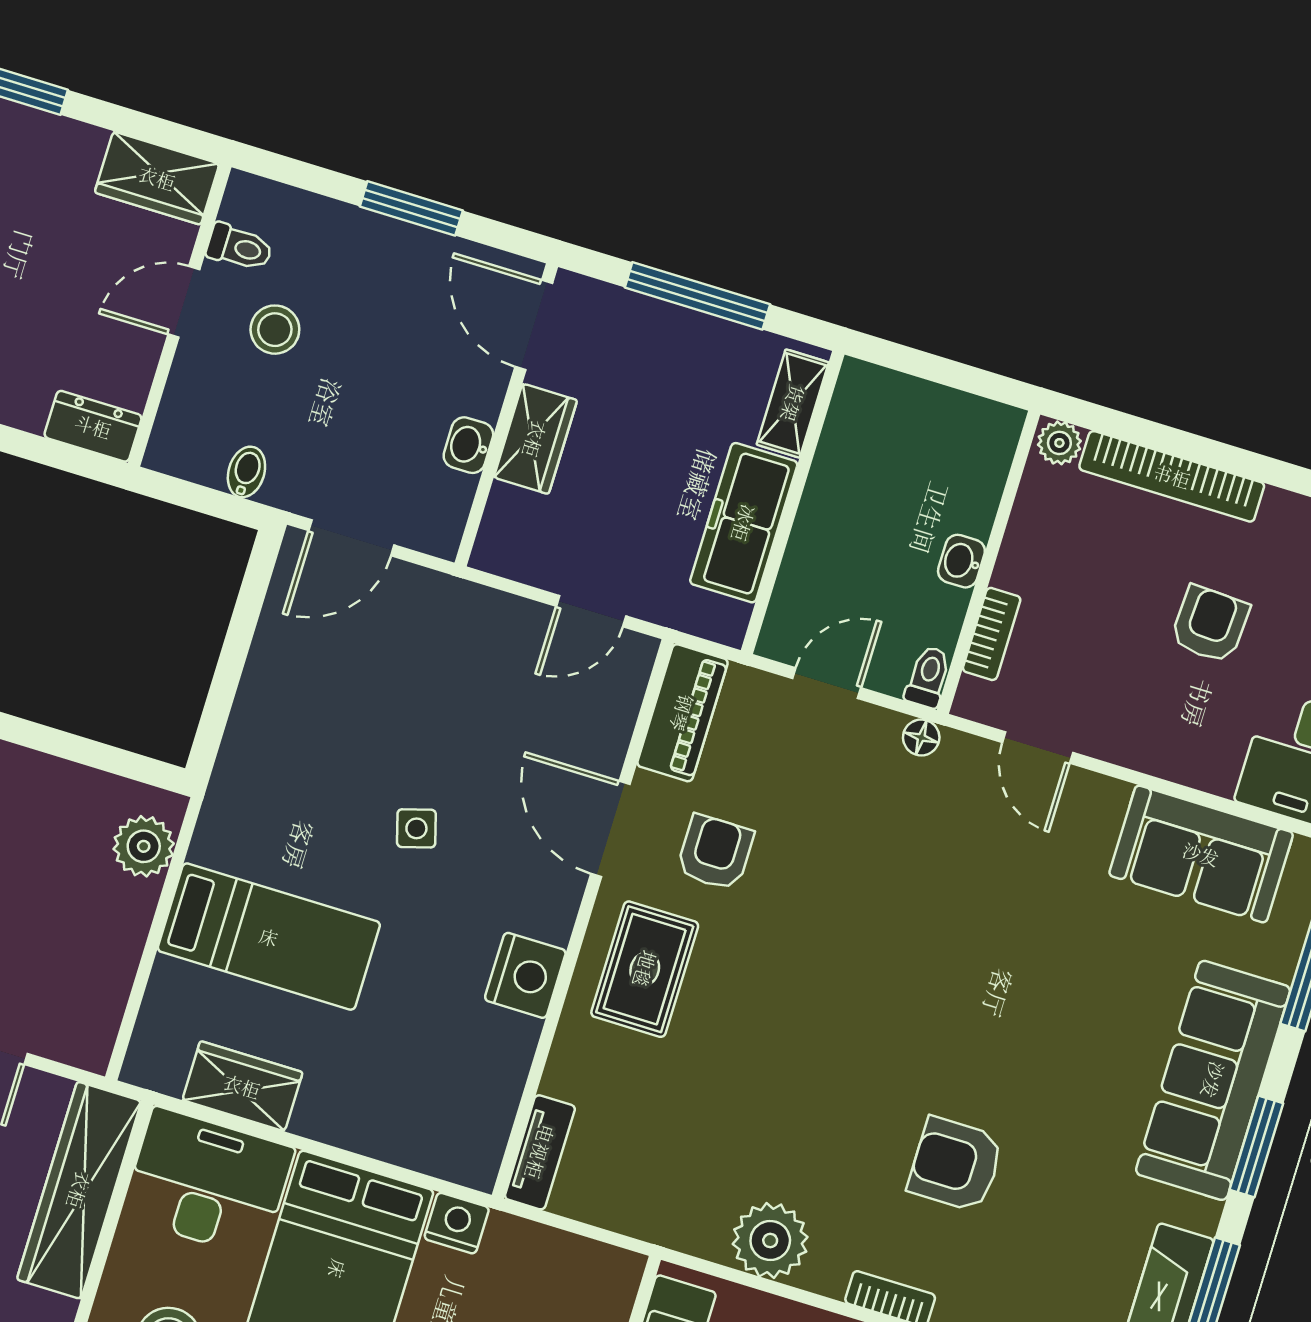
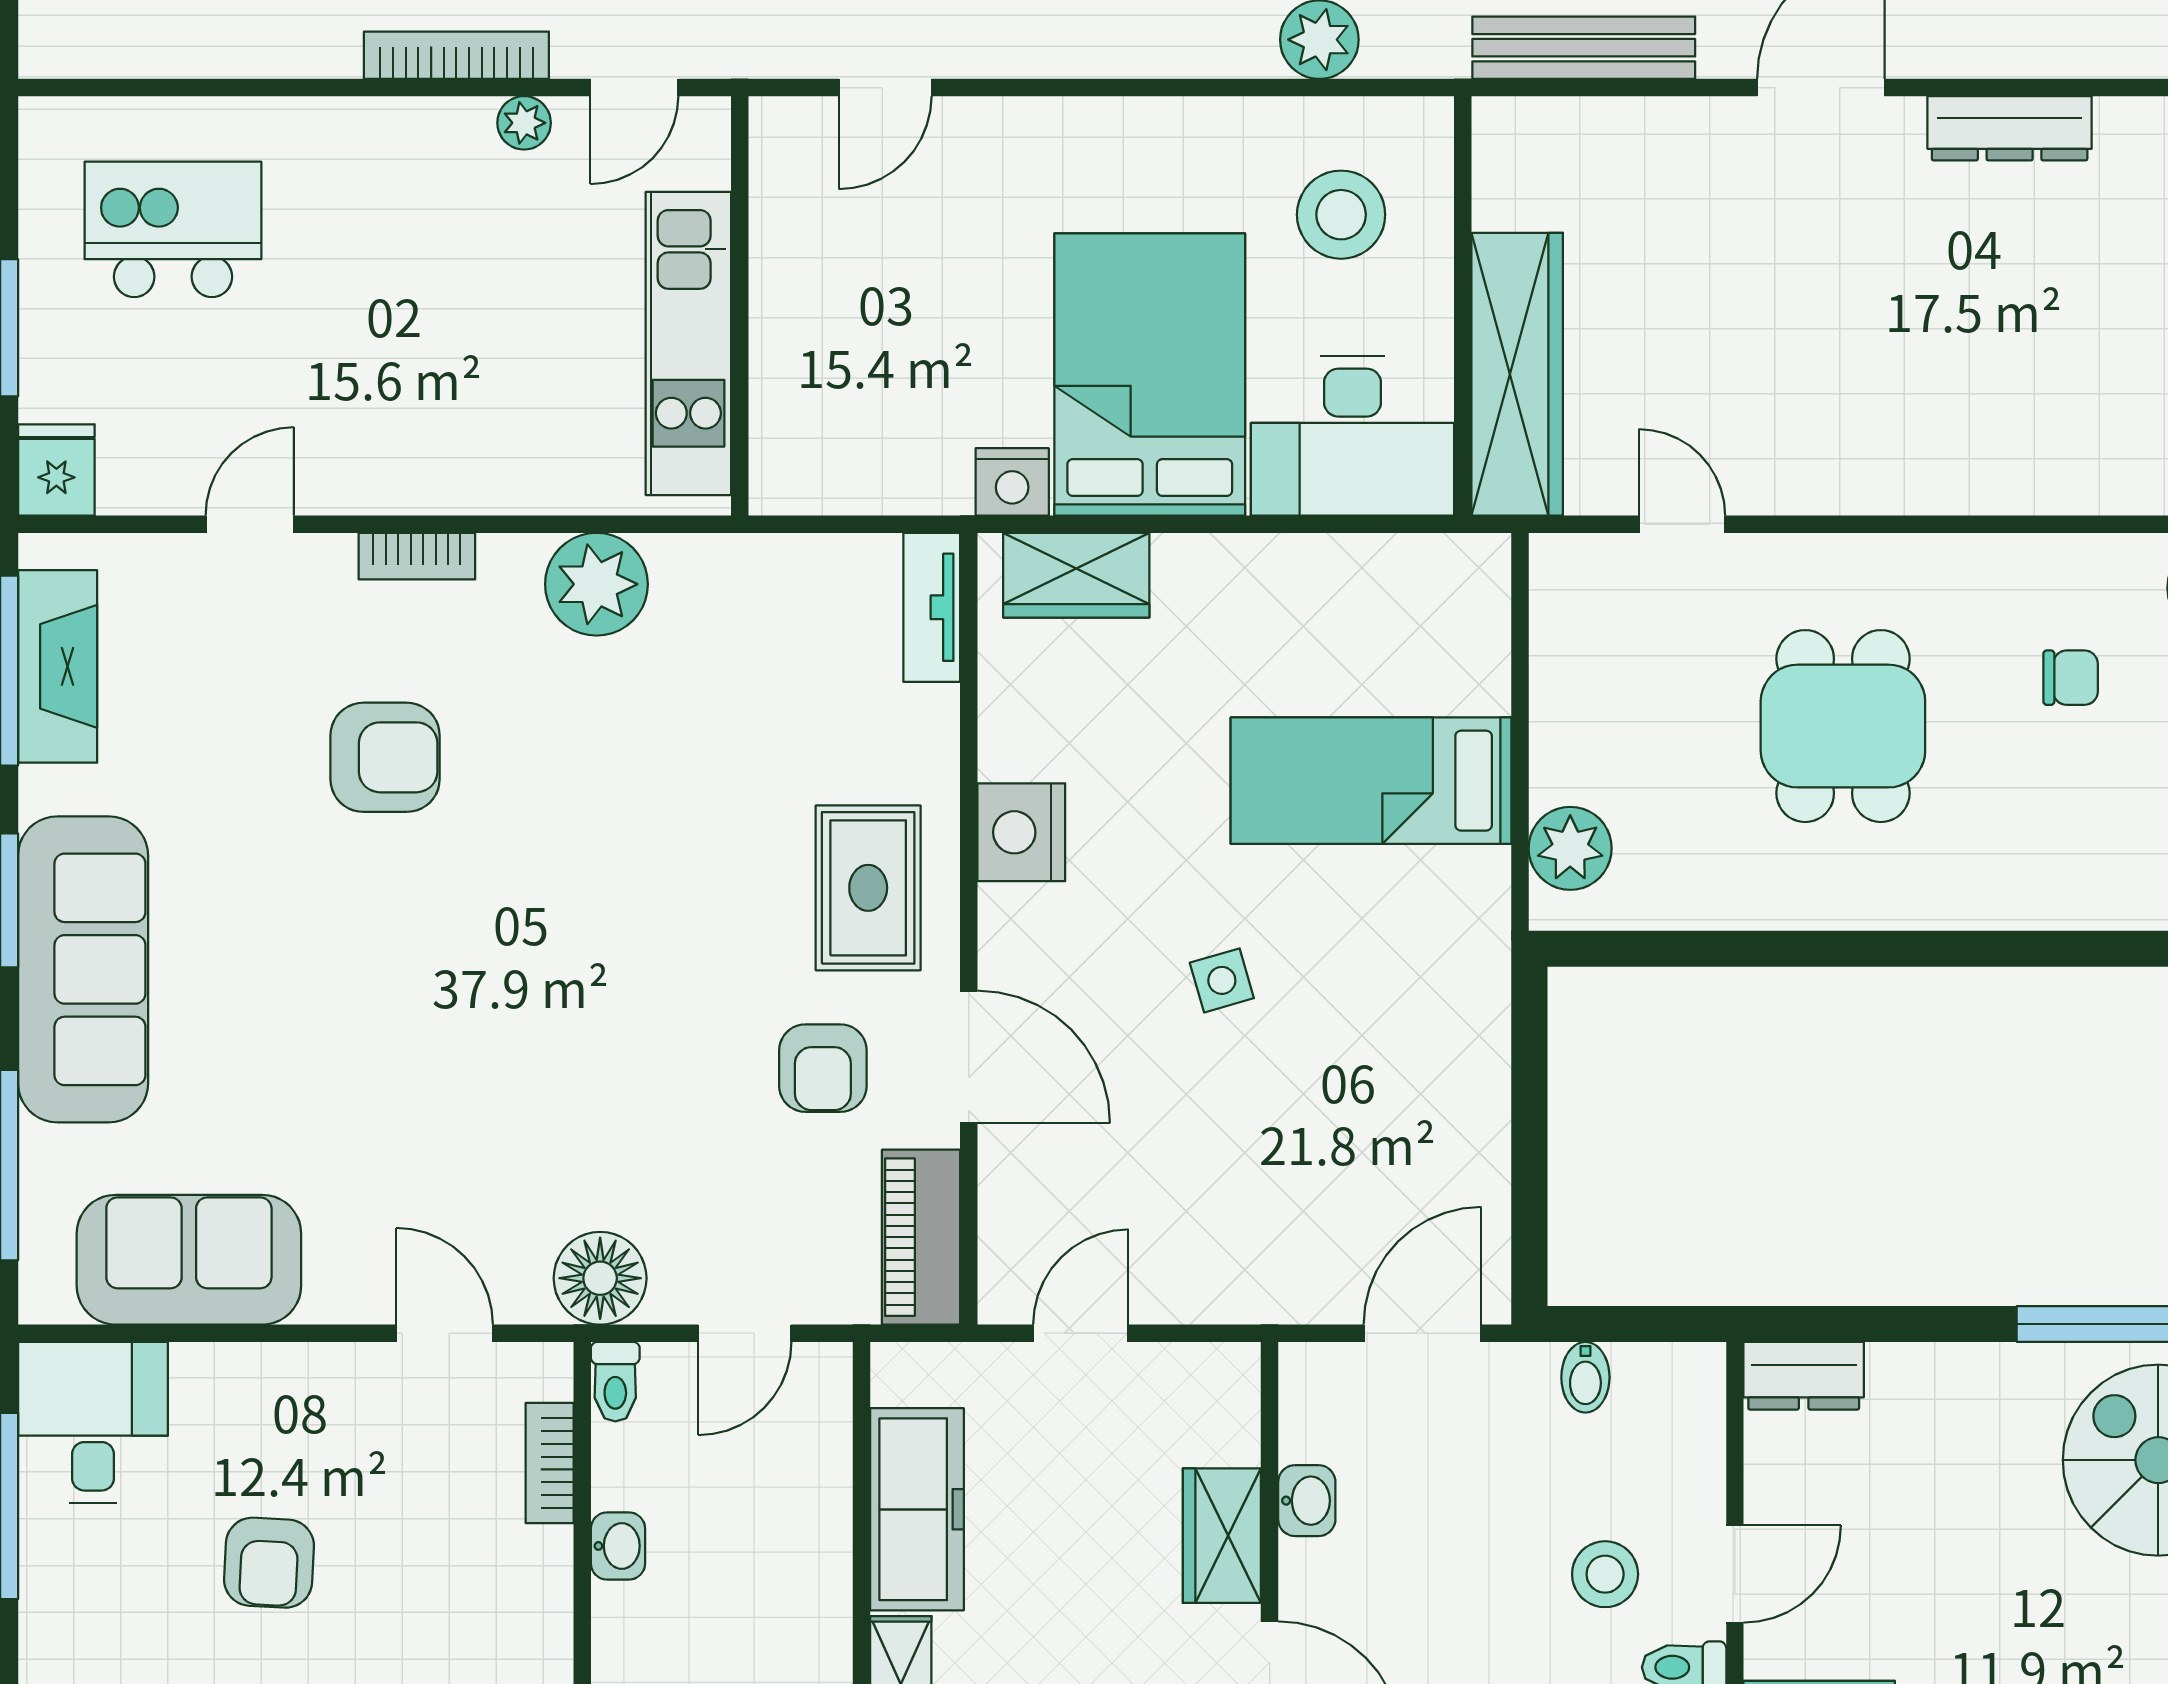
floor lamp: (921, 737) -> (600, 1278), width x1.89, depth x1.89
wardrobe: (242, 1086) -> (1076, 575), moved

